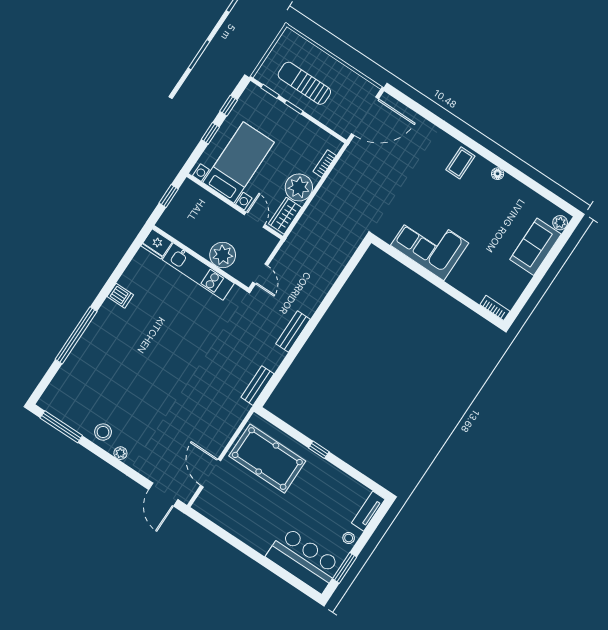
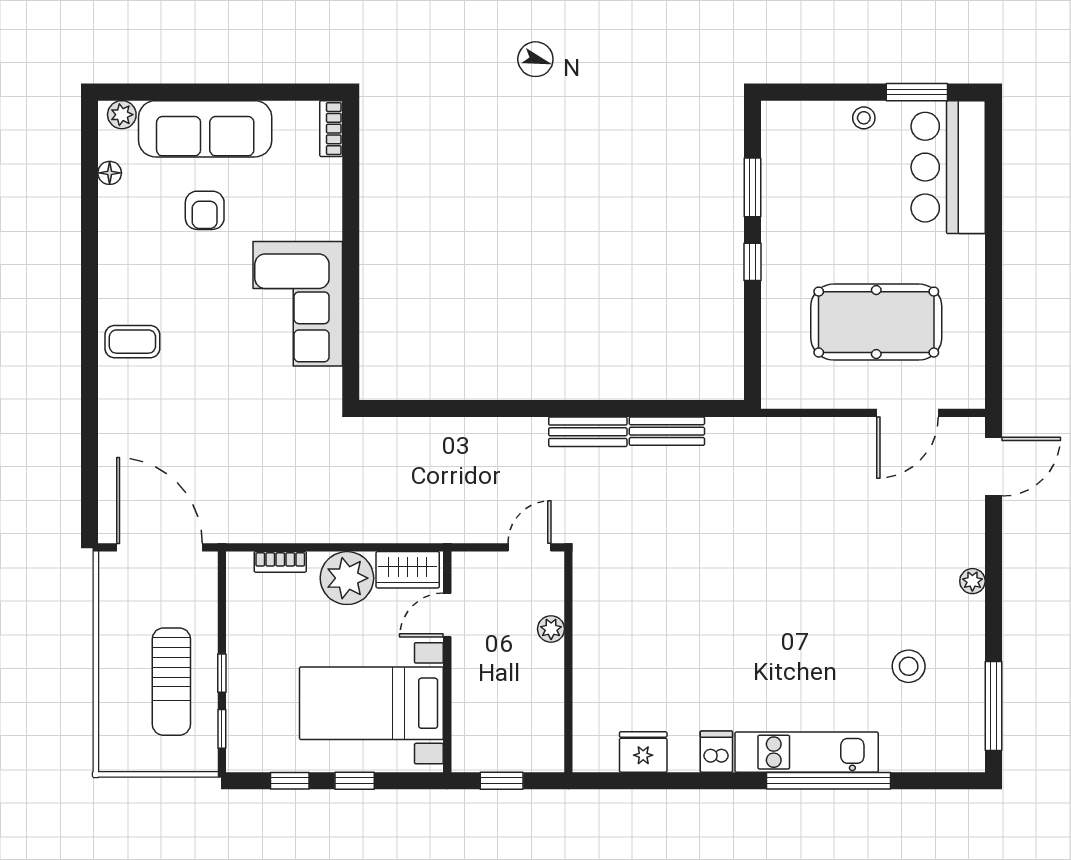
floor lamp: (498, 174) -> (110, 173), moved
armchair: (496, 231) -> (205, 210), added
fridge: (157, 244) -> (643, 752), moved, turned -90
sofa: (535, 247) -> (205, 129), width x1.36
plant: (223, 255) -> (551, 629), width x0.53, depth x0.53
kitchen unit: (198, 271) -> (807, 752), moved, turned -90
bench: (257, 386) -> (667, 431), moved
stool: (103, 432) -> (909, 666), moved
pool table: (267, 459) -> (876, 322), moved, turned 90
window: (350, 471) -> (753, 187), added
tv unit: (368, 511) -> (799, 115), removed

